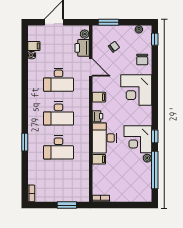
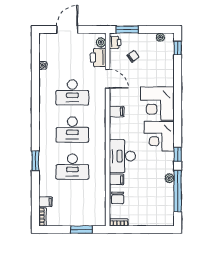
filing cabinet: (34, 46) -> (45, 202), moved
chair: (142, 59) -> (118, 198), moved
printer: (98, 116) -> (115, 42), moved
corner desk: (138, 139) -> (159, 136), moved

